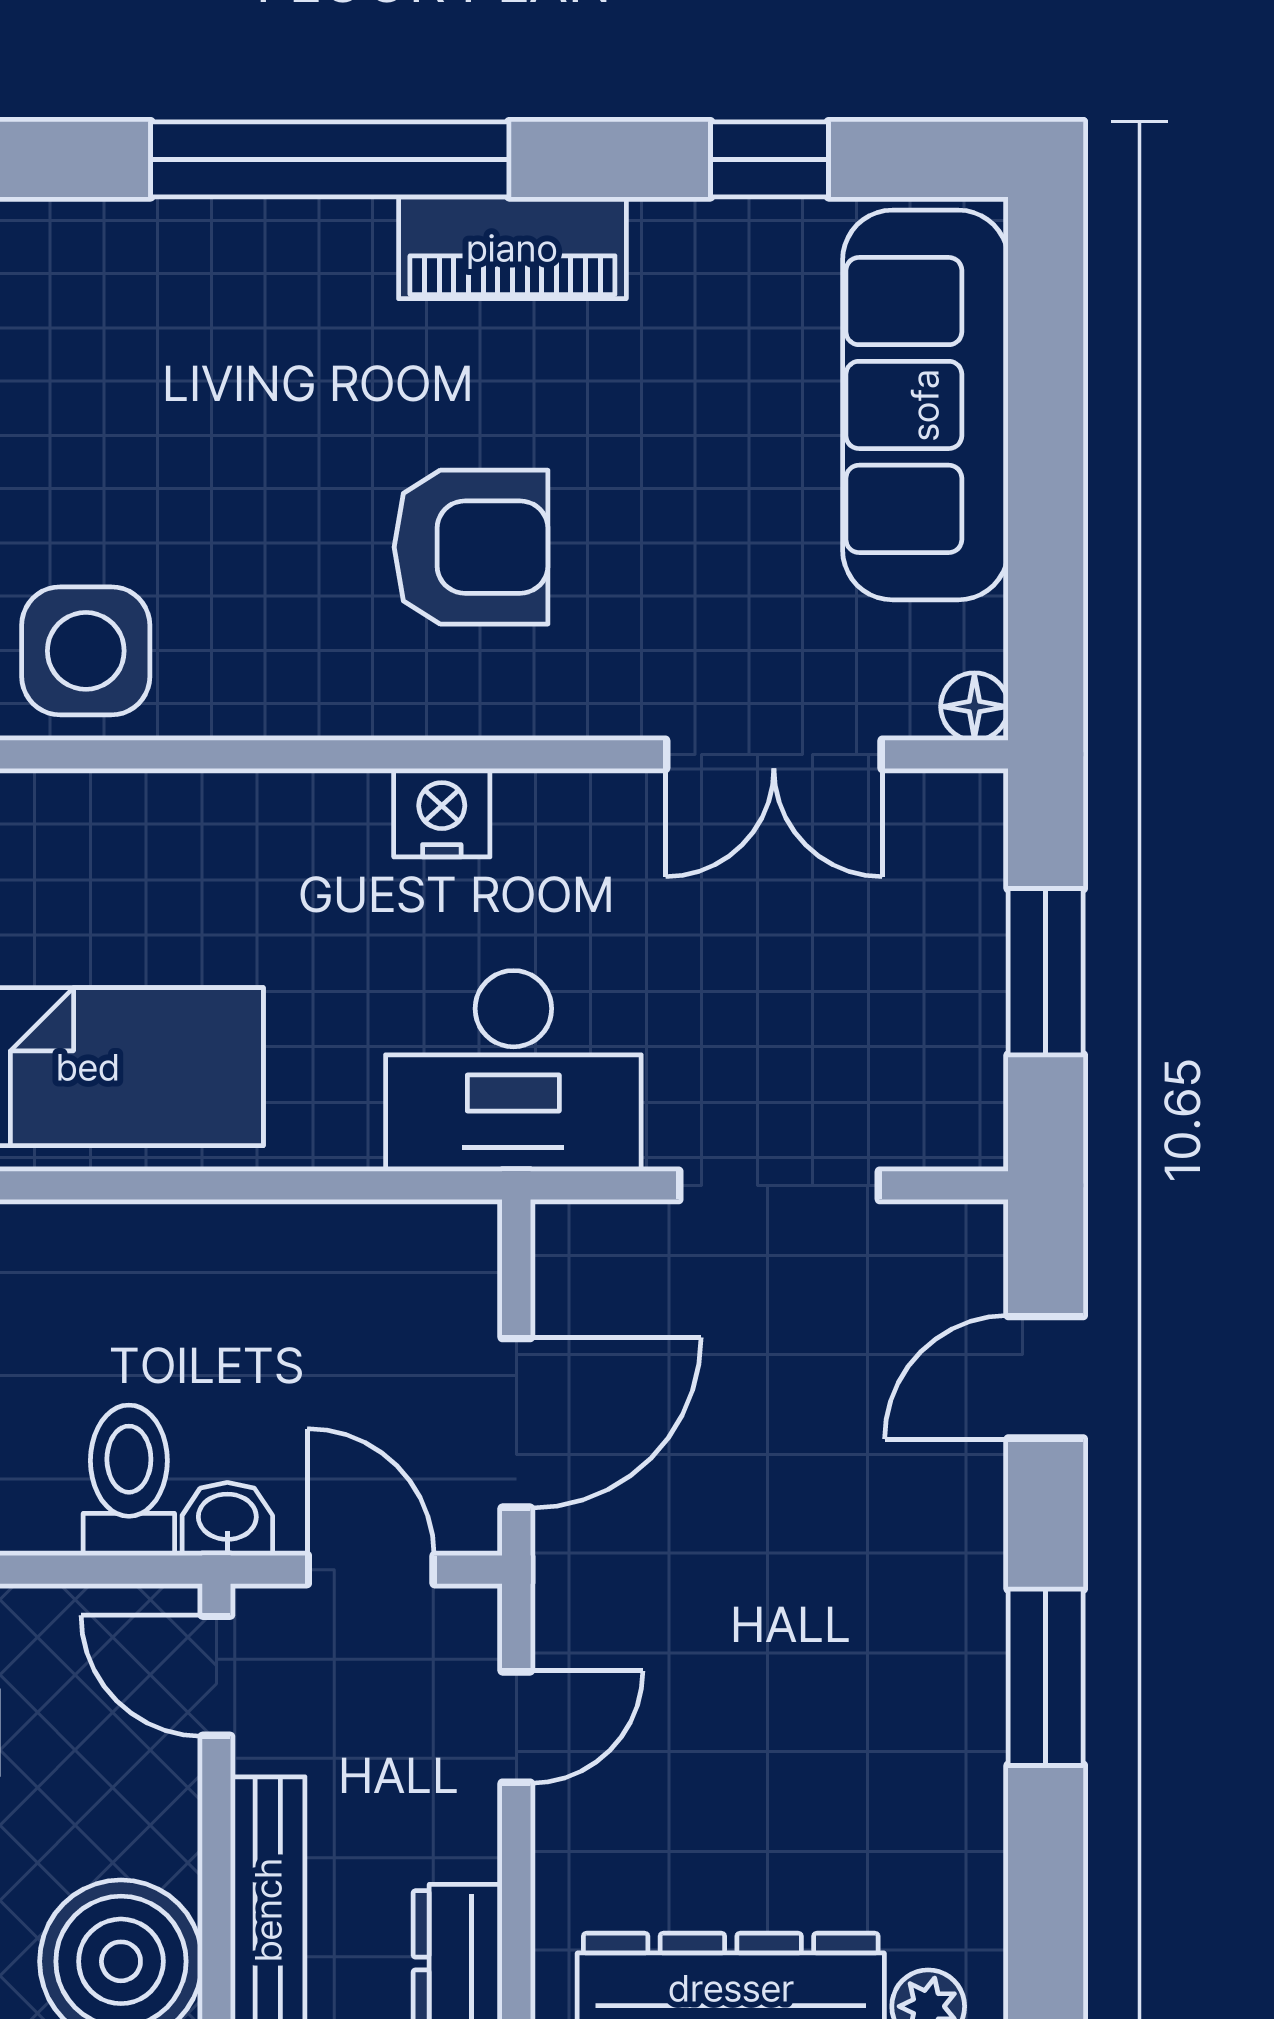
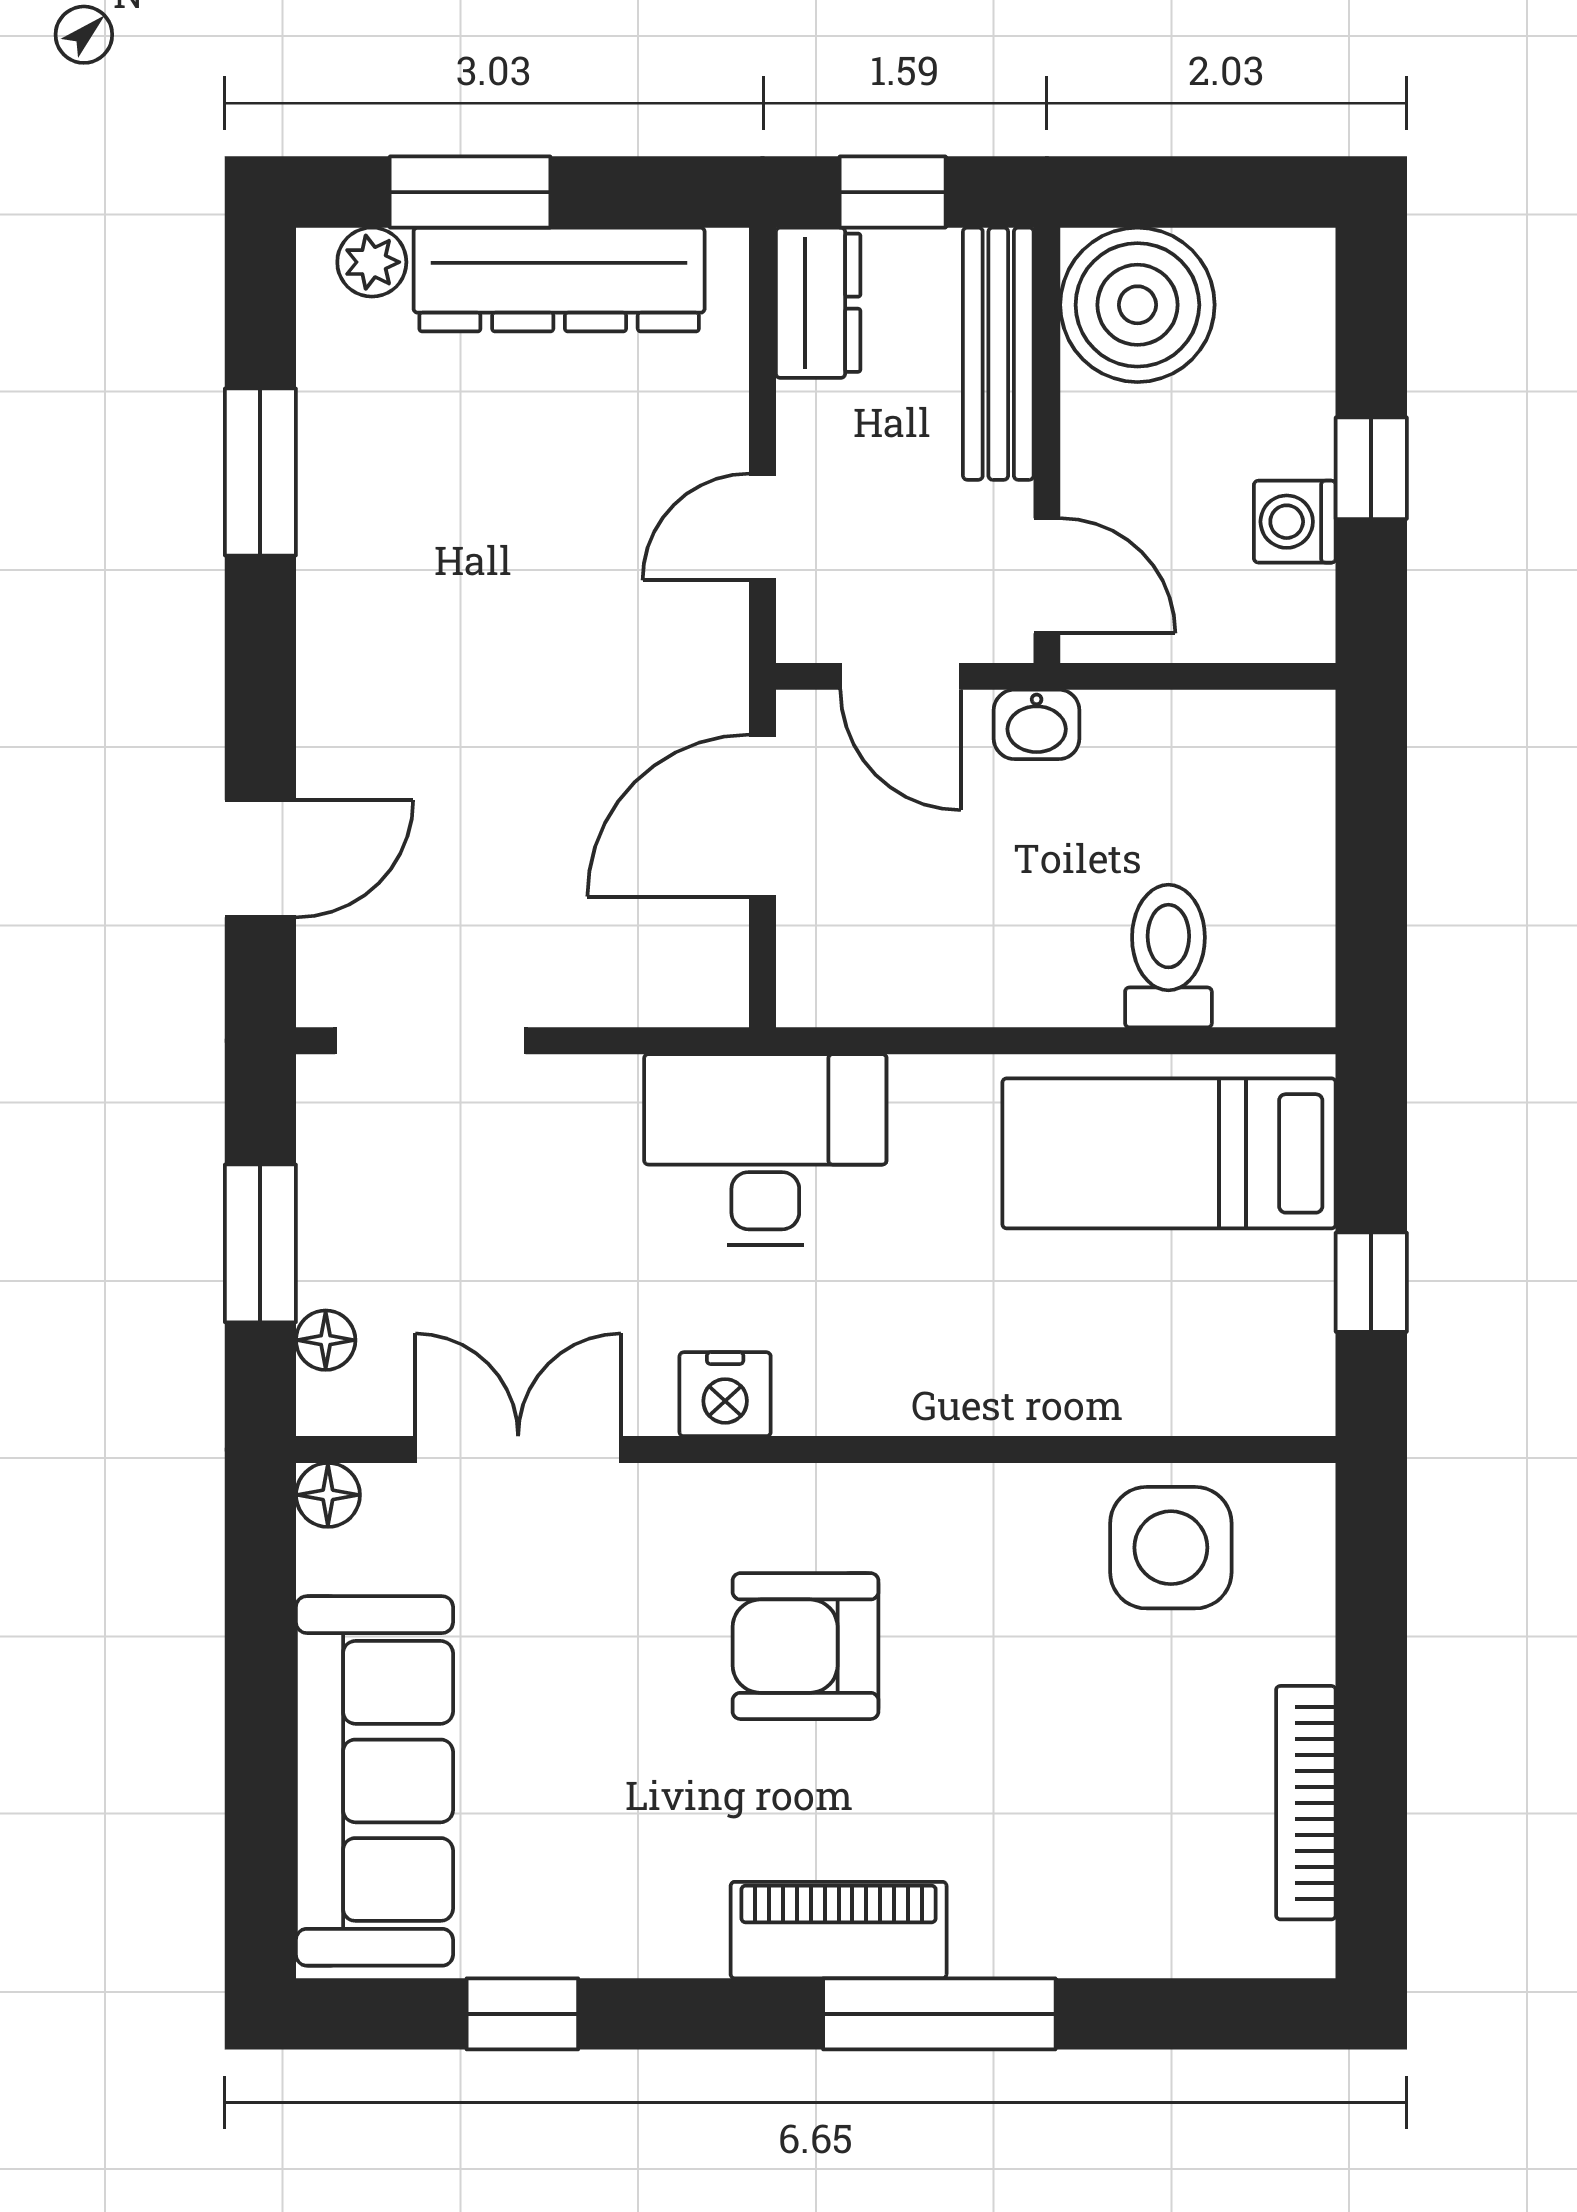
window: (330, 159) -> (939, 2014), width x0.68
piano: (512, 248) -> (839, 1930), moved
nightstand: (442, 813) -> (725, 1394), moved
floor lamp: (977, 870) -> (326, 1340), added
doorway: (779, 1185) -> (430, 1041), moved
toilet: (129, 1480) -> (1168, 956), moved, turned 180
window: (1046, 1677) -> (260, 472), moved

